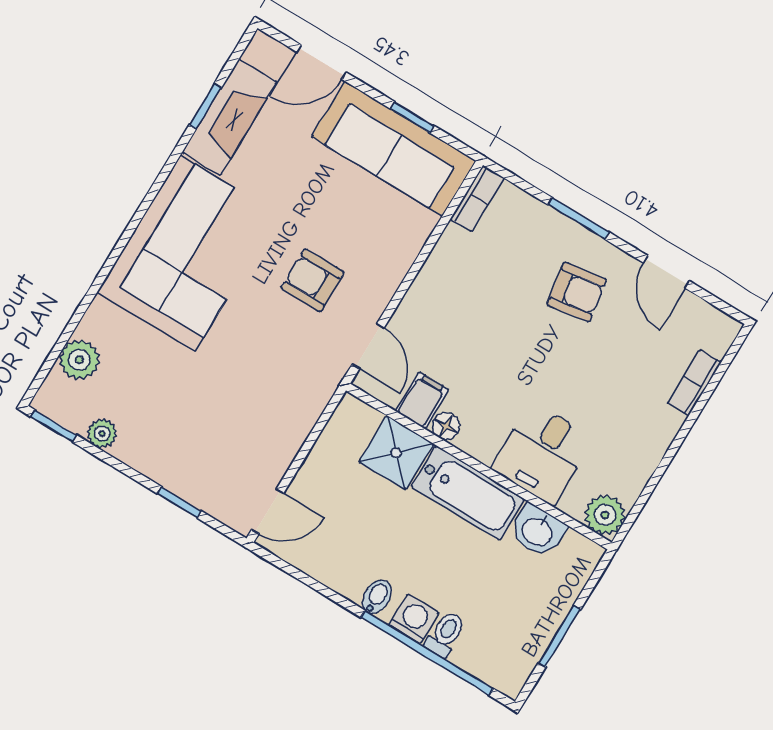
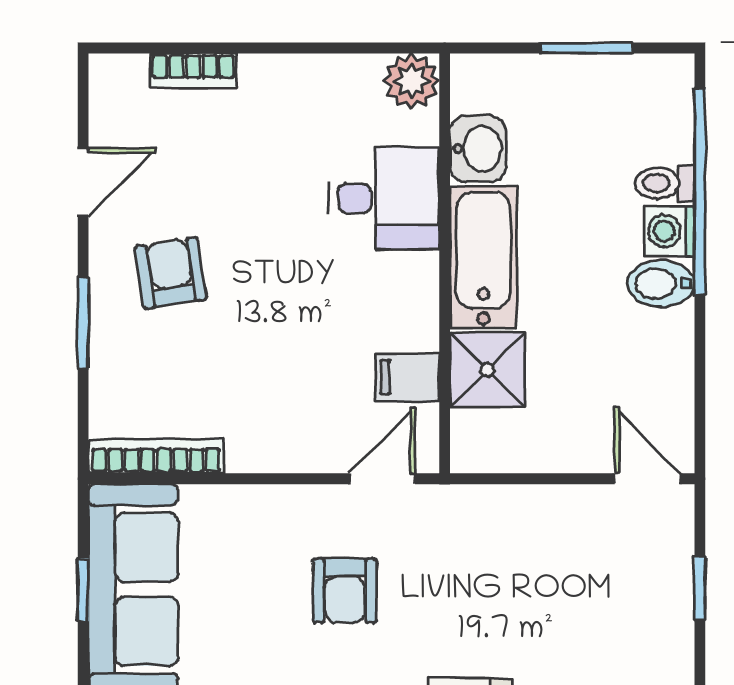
bookcase: (477, 198) -> (156, 456), width x1.56
floor lamp: (446, 426) -> (421, 330), removed
bidet: (377, 597) -> (661, 284), width x1.38, depth x1.36

